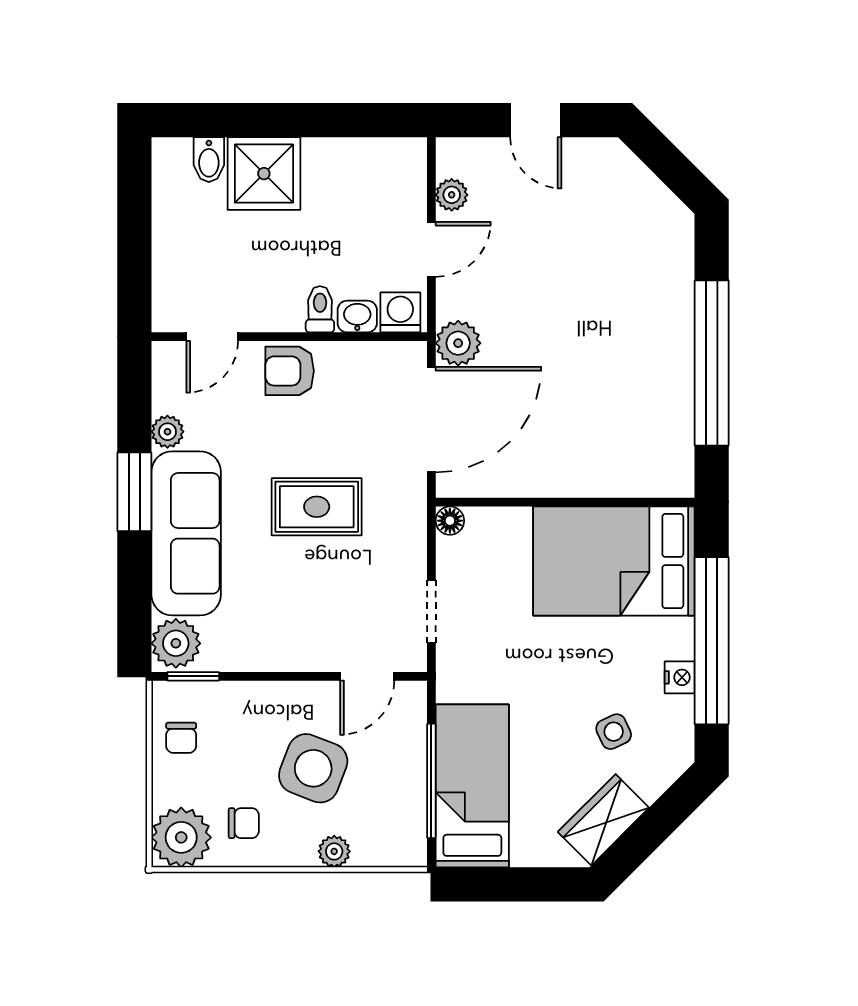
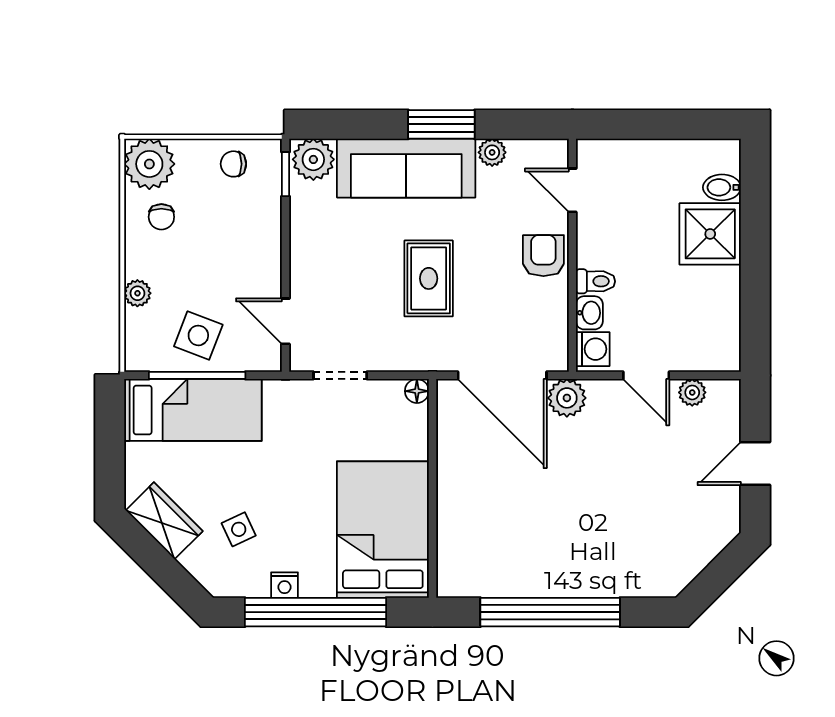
side table: (313, 768) -> (198, 335), moved, width x0.73, depth x0.73

